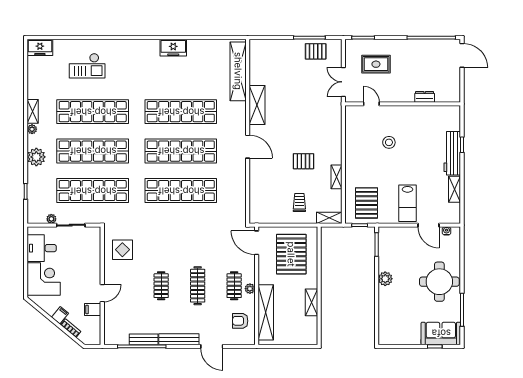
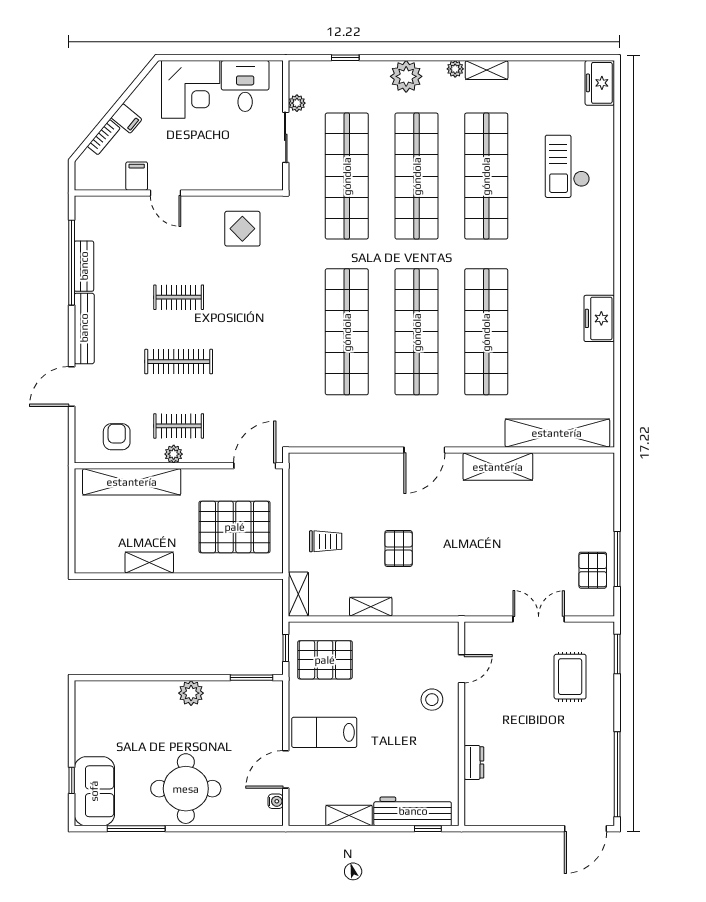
dresser: (425, 97) -> (474, 762), moved
door: (371, 104) -> (462, 669), moved
wall: (403, 104) -> (462, 724), moved

